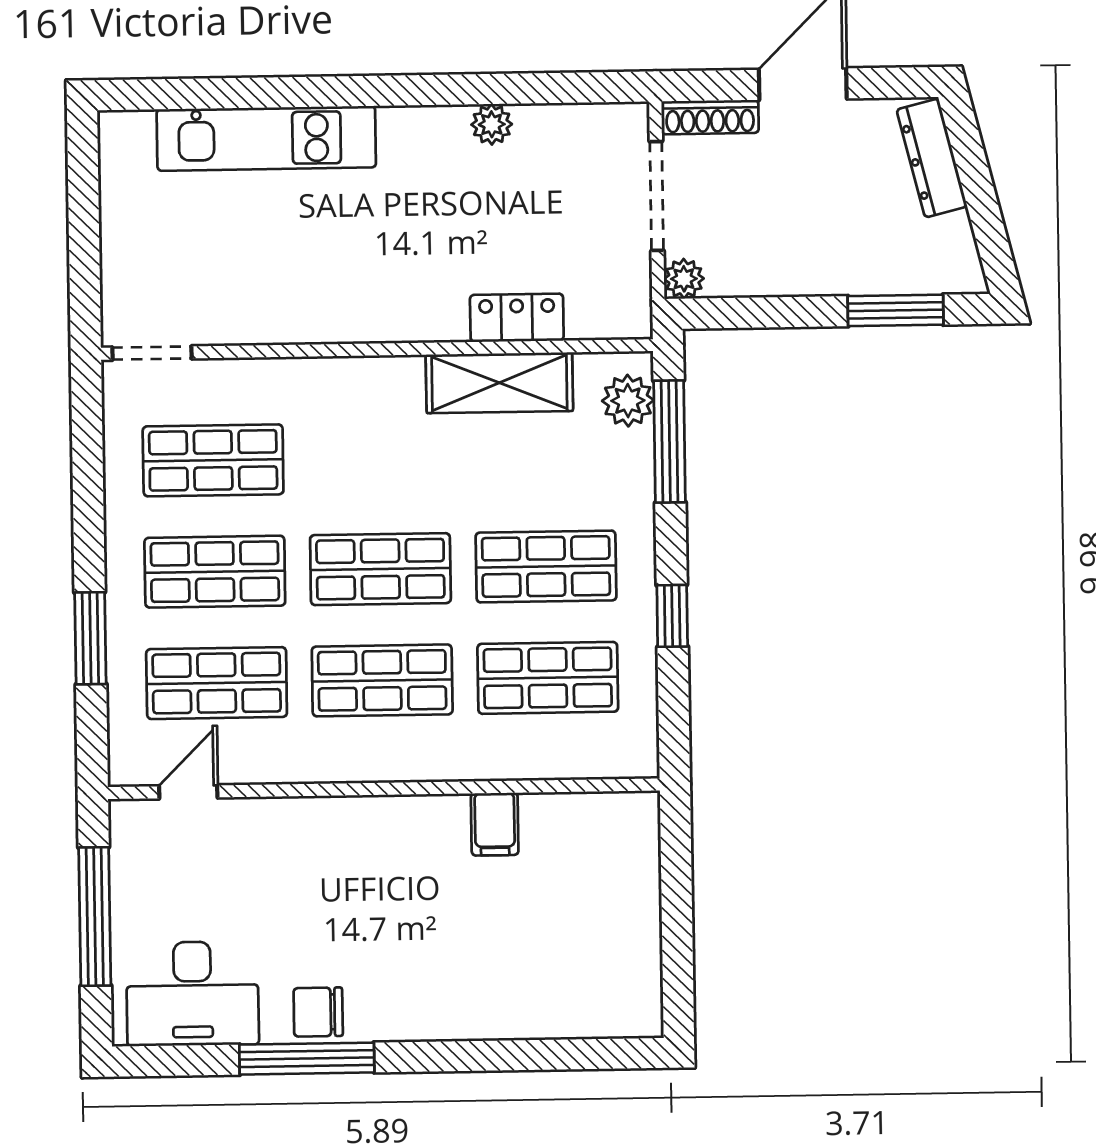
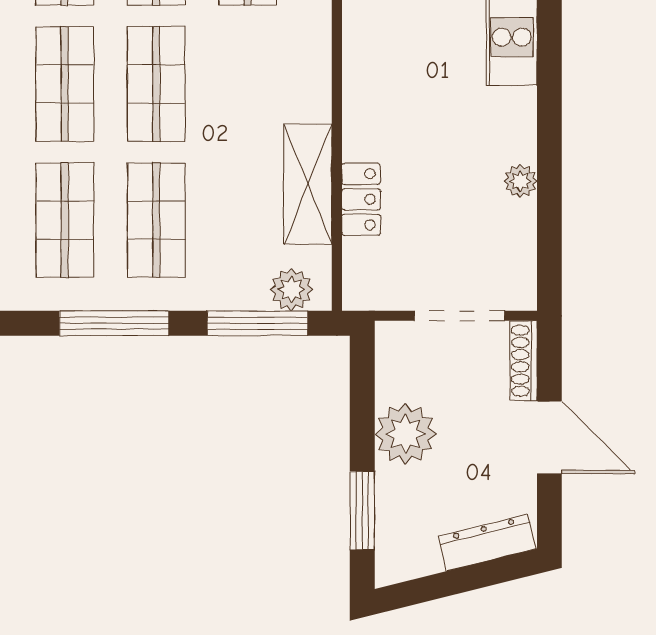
plant: (684, 279) -> (405, 434), moved, width x1.87, depth x1.87
window: (672, 616) -> (114, 323), width x2.17

